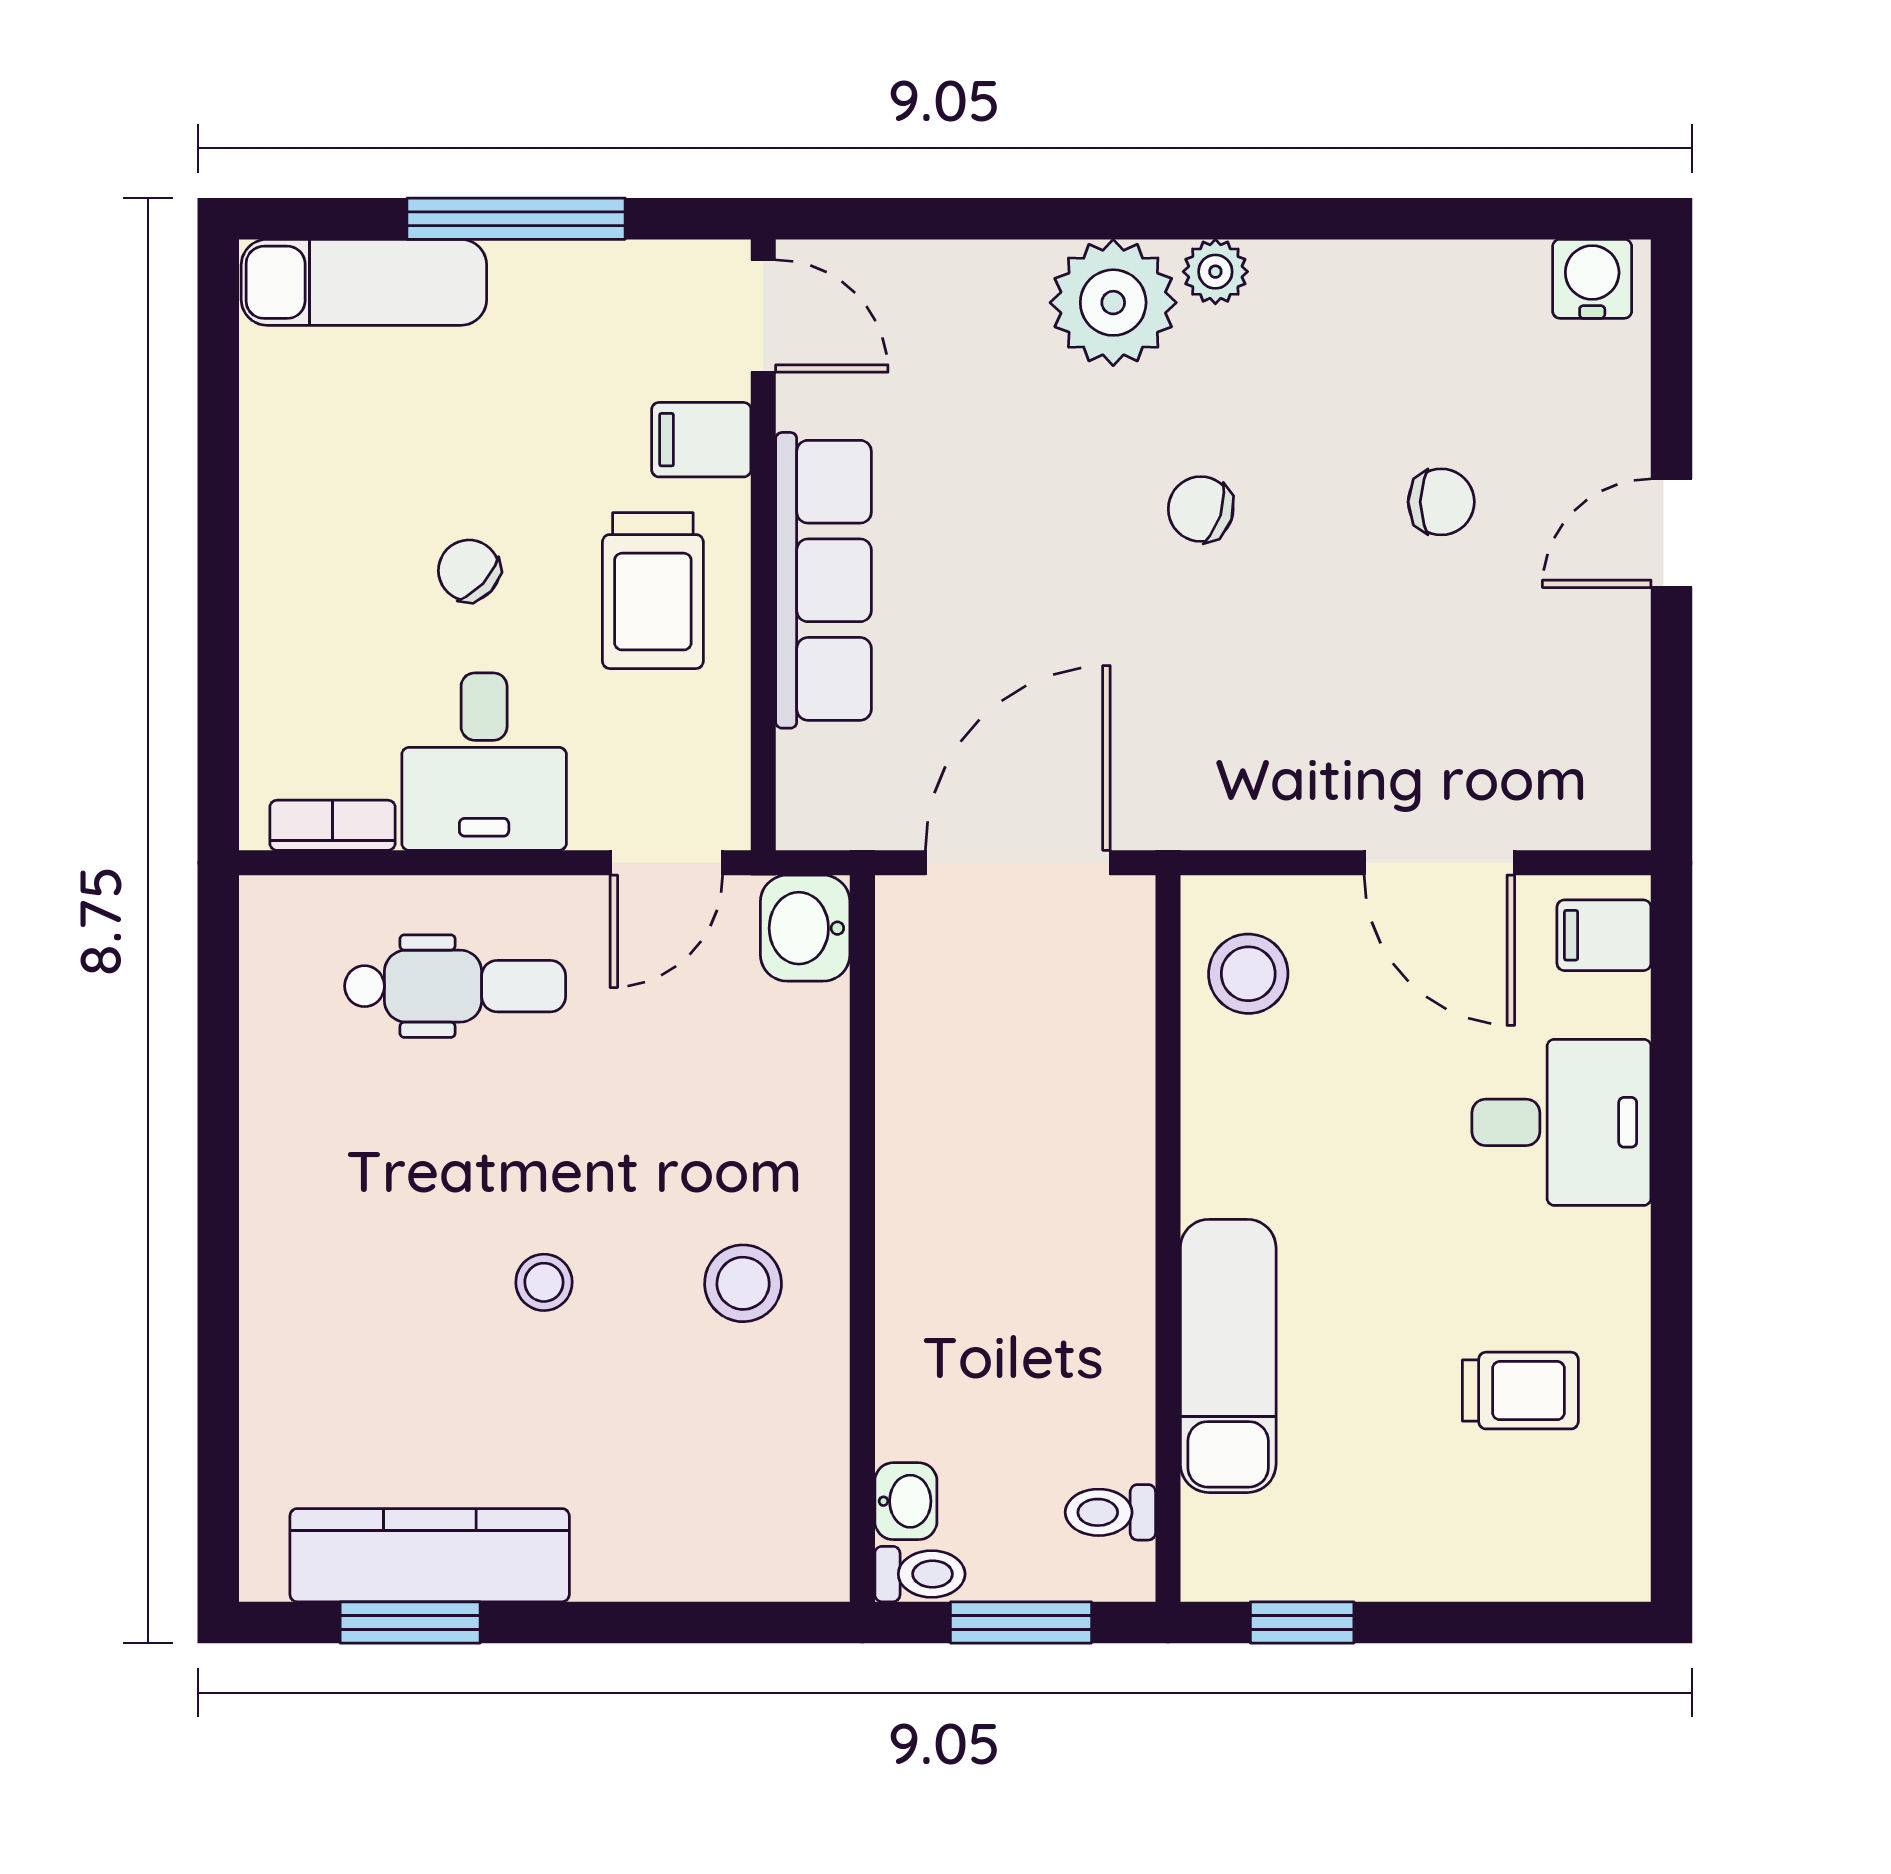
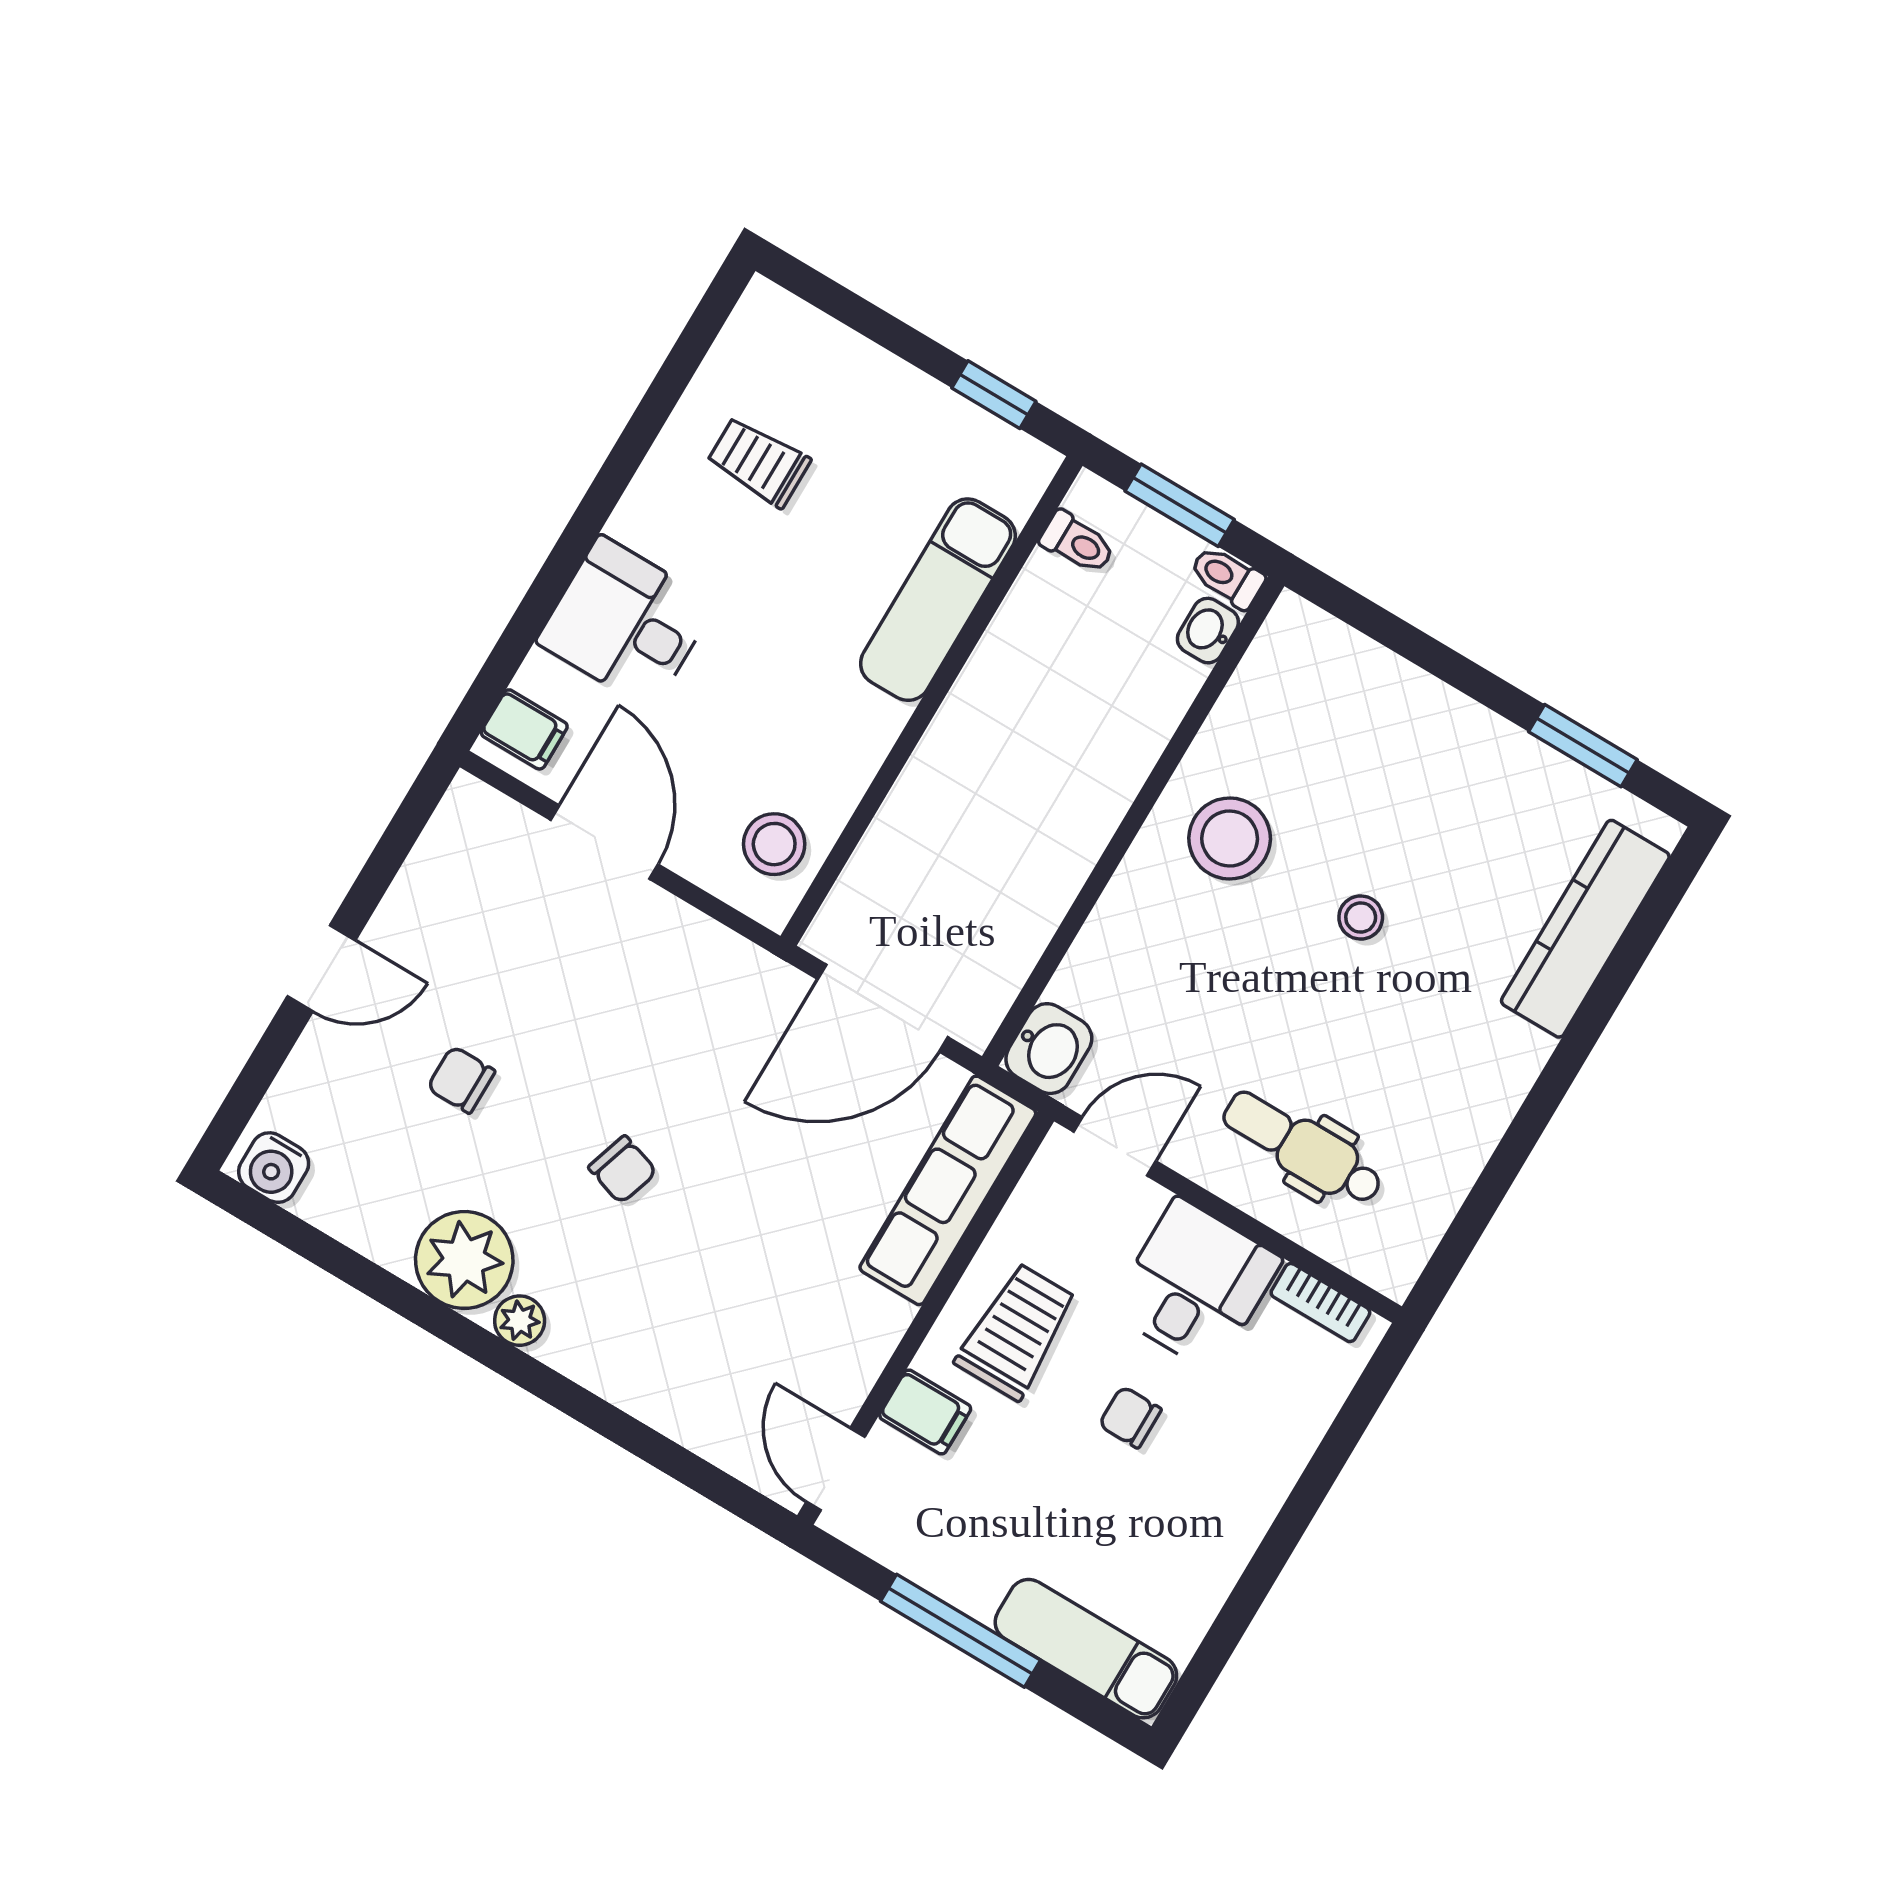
plant: (1113, 303) -> (464, 1260), moved
chair: (469, 570) -> (1130, 1417), turned 137
row of seats: (824, 580) -> (948, 1190), moved
stool: (743, 1283) -> (1230, 838), width x1.38, depth x1.38
kitchen counter: (430, 1555) -> (1585, 929), moved, turned 90

